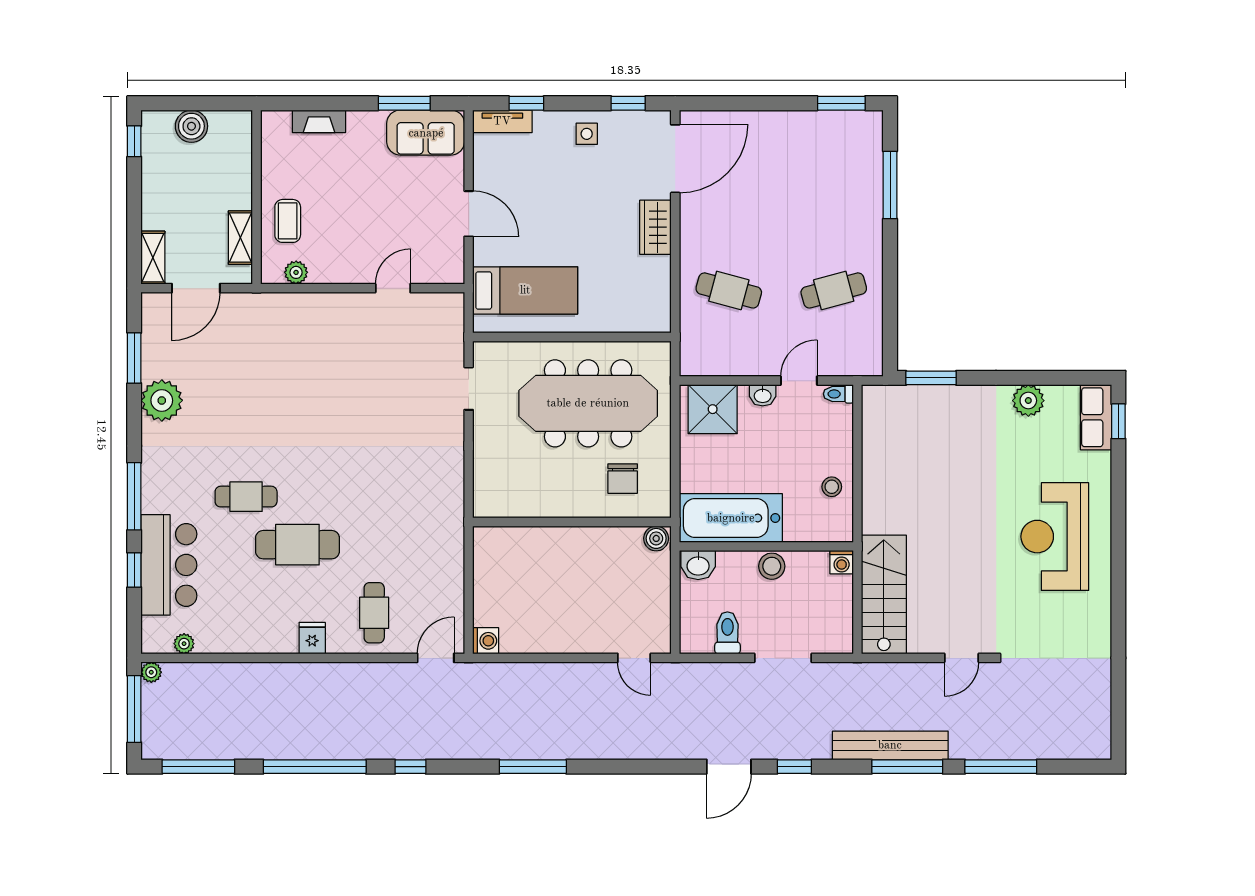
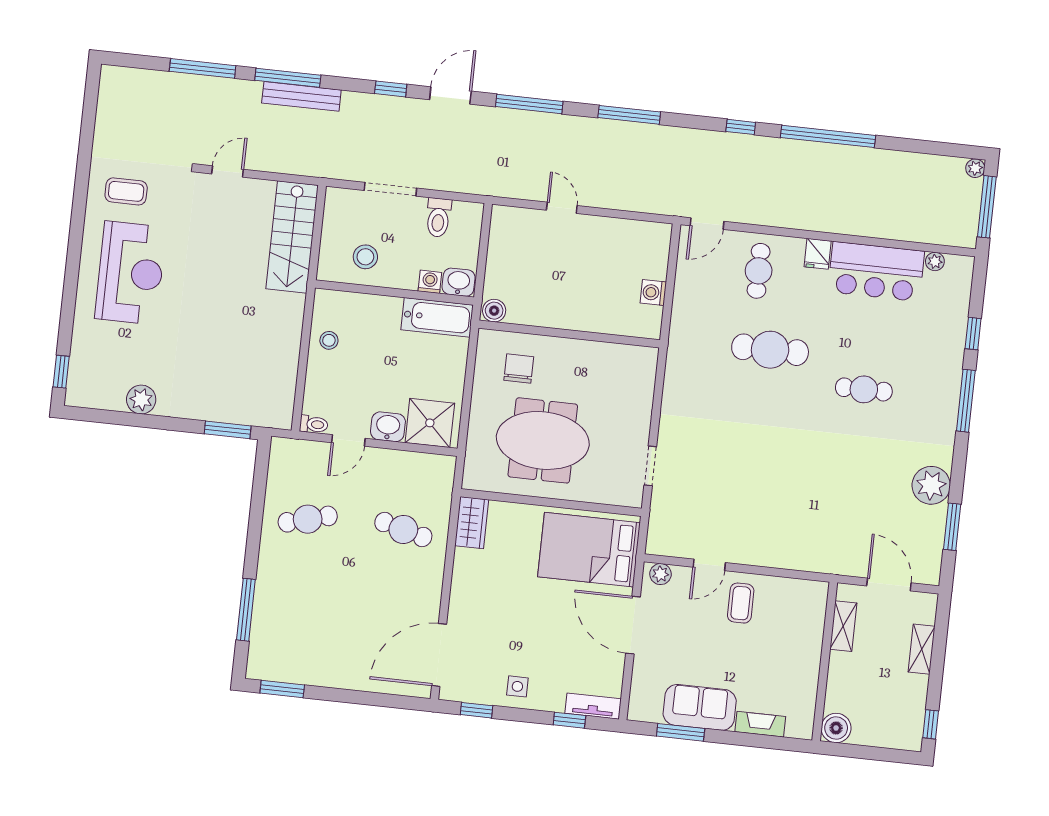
boiler: (191, 126) -> (836, 728), moved
sofa: (426, 133) -> (700, 707), moved
door: (469, 214) -> (633, 625), width x1.36
coffee table: (288, 221) -> (741, 603), moved
wardrobe: (655, 227) -> (472, 523), moved
shelving: (153, 258) -> (922, 649), moved
plant: (296, 272) -> (661, 574), moved
door: (196, 288) -> (889, 584), hinge flipped
bed: (525, 290) -> (589, 550), width x1.50
washbasin: (763, 395) -> (388, 427), width x1.38, depth x1.45
meeting table: (588, 403) -> (543, 440), width x0.73
row of seats: (1096, 417) -> (81, 378), removed
bathtub: (731, 518) -> (437, 317), width x0.73, depth x0.73
cafe table: (297, 545) -> (770, 350), moved
washing machine: (842, 562) -> (430, 282), moved
bar counter: (169, 565) -> (876, 271), moved, turned -90
stool: (772, 566) -> (365, 257), moved
coffee table: (1069, 624) -> (126, 191), added
washing machine: (486, 641) -> (653, 293), moved
door: (634, 658) -> (562, 208), moved
plant: (151, 672) -> (975, 168), moved
bench: (890, 745) -> (301, 96), width x0.73, depth x0.82
window: (198, 767) -> (529, 104), moved

